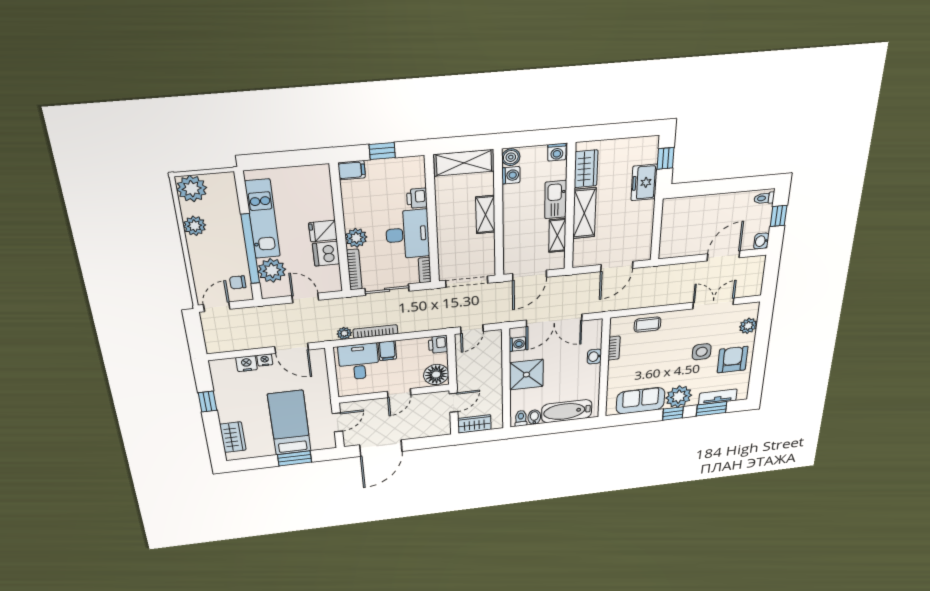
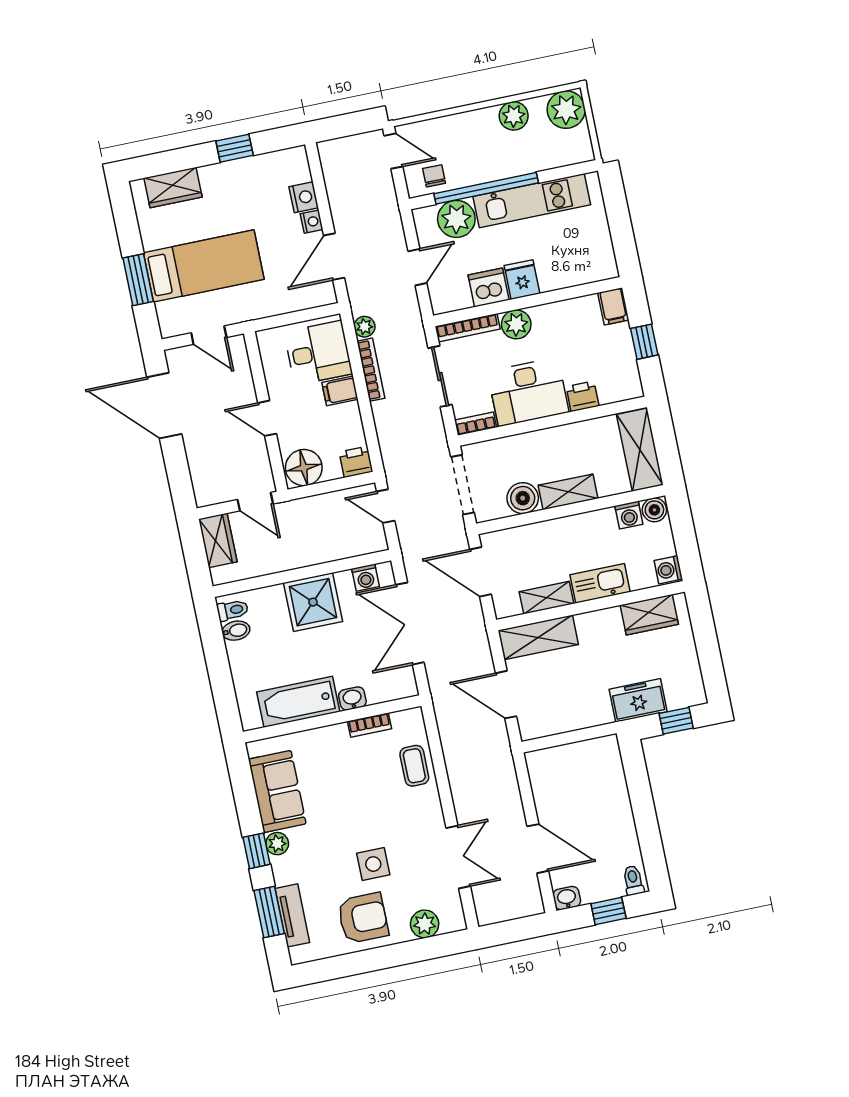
shelving: (584, 213) -> (538, 637), moved
boiler: (484, 245) -> (523, 498), added
plant: (679, 397) -> (277, 844), width x0.53, depth x0.53
bathtub: (567, 411) -> (298, 702), moved, turned -90

